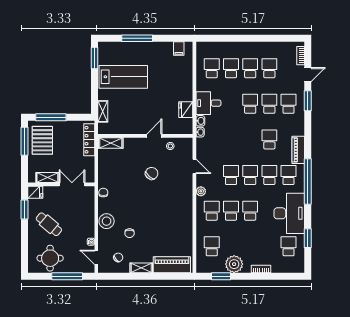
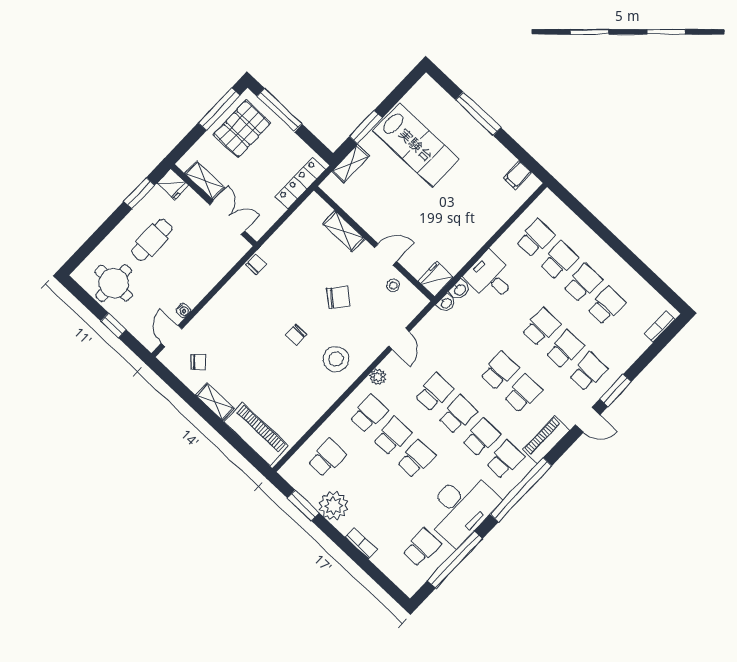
window: (95, 58) -> (366, 127), moved
door: (308, 75) -> (588, 420), moved
fridge: (186, 110) -> (435, 279), moved
school desk: (250, 139) -> (499, 371), added
shelving: (111, 143) -> (344, 231), moved
stool: (107, 221) -> (336, 359), moved
cafe table: (49, 224) -> (152, 240), turned 50
chair: (130, 233) -> (296, 335), moved
window: (308, 238) -> (455, 560), width x2.11
window: (67, 276) -> (114, 325), width x0.46

